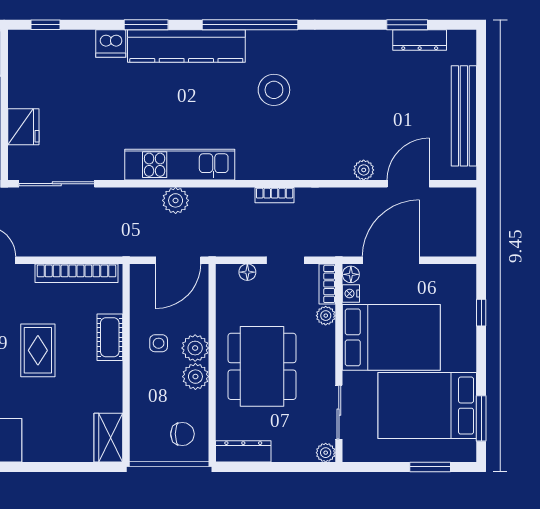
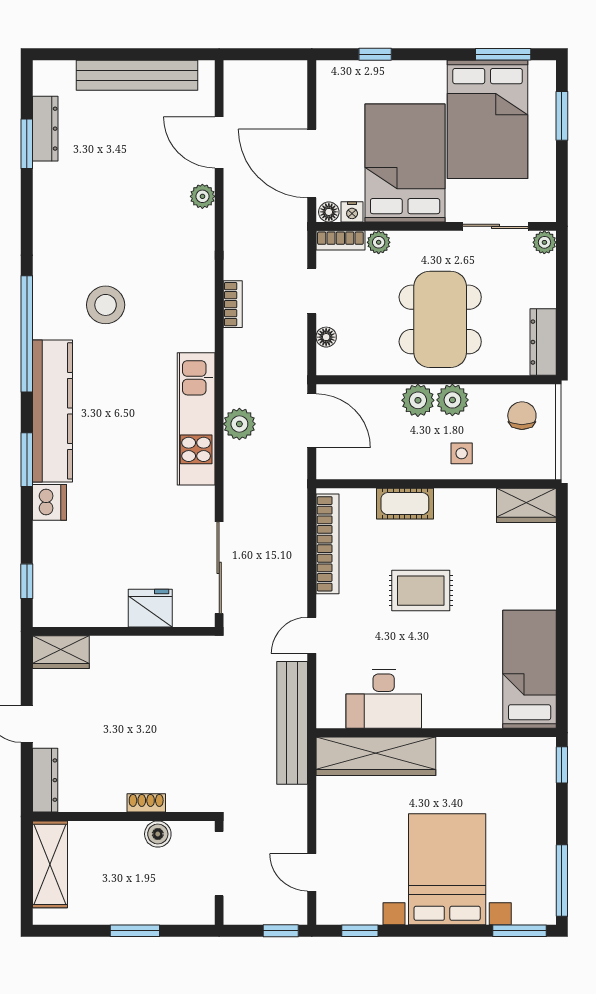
side table: (159, 343) -> (462, 453), moved
dining table: (262, 366) -> (440, 319), turned 90

